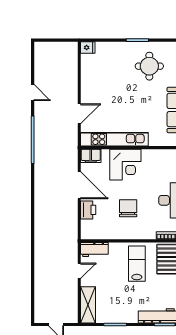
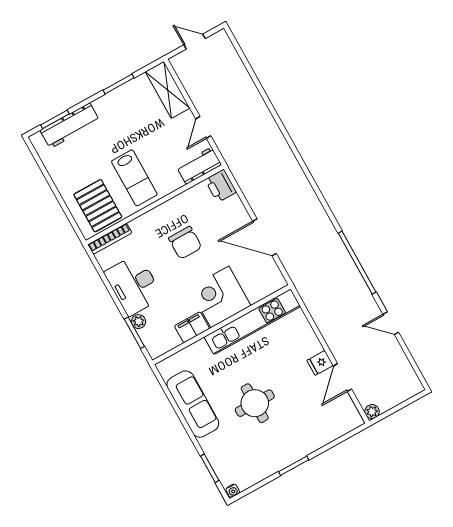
plant: (73, 46) -> (372, 412), added
fridge: (88, 47) -> (320, 363), moved
round table: (149, 66) -> (255, 403), moved
door: (79, 114) -> (342, 378), moved
filing cabinet: (91, 156) -> (192, 327), moved
printer: (88, 210) -> (221, 186), moved

